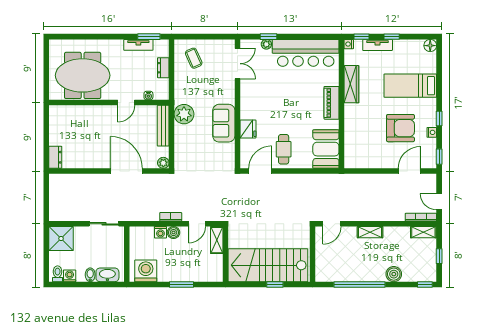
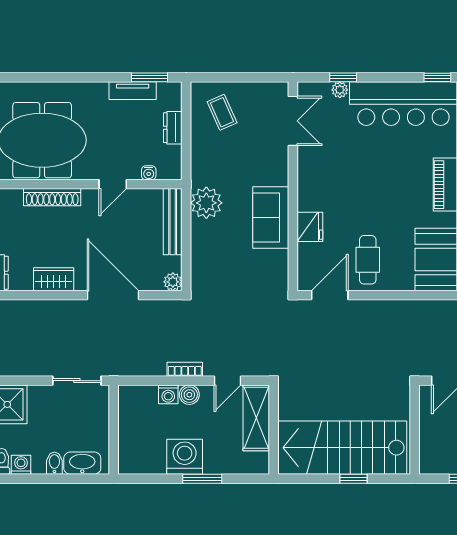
window: (327, 37) -> (437, 77), added
shoe rack: (89, 111) -> (52, 197), added
wardrobe: (90, 161) -> (54, 279), added
shelving: (217, 240) -> (256, 418), width x1.50, depth x1.33
washing machine: (146, 271) -> (185, 457), moved

